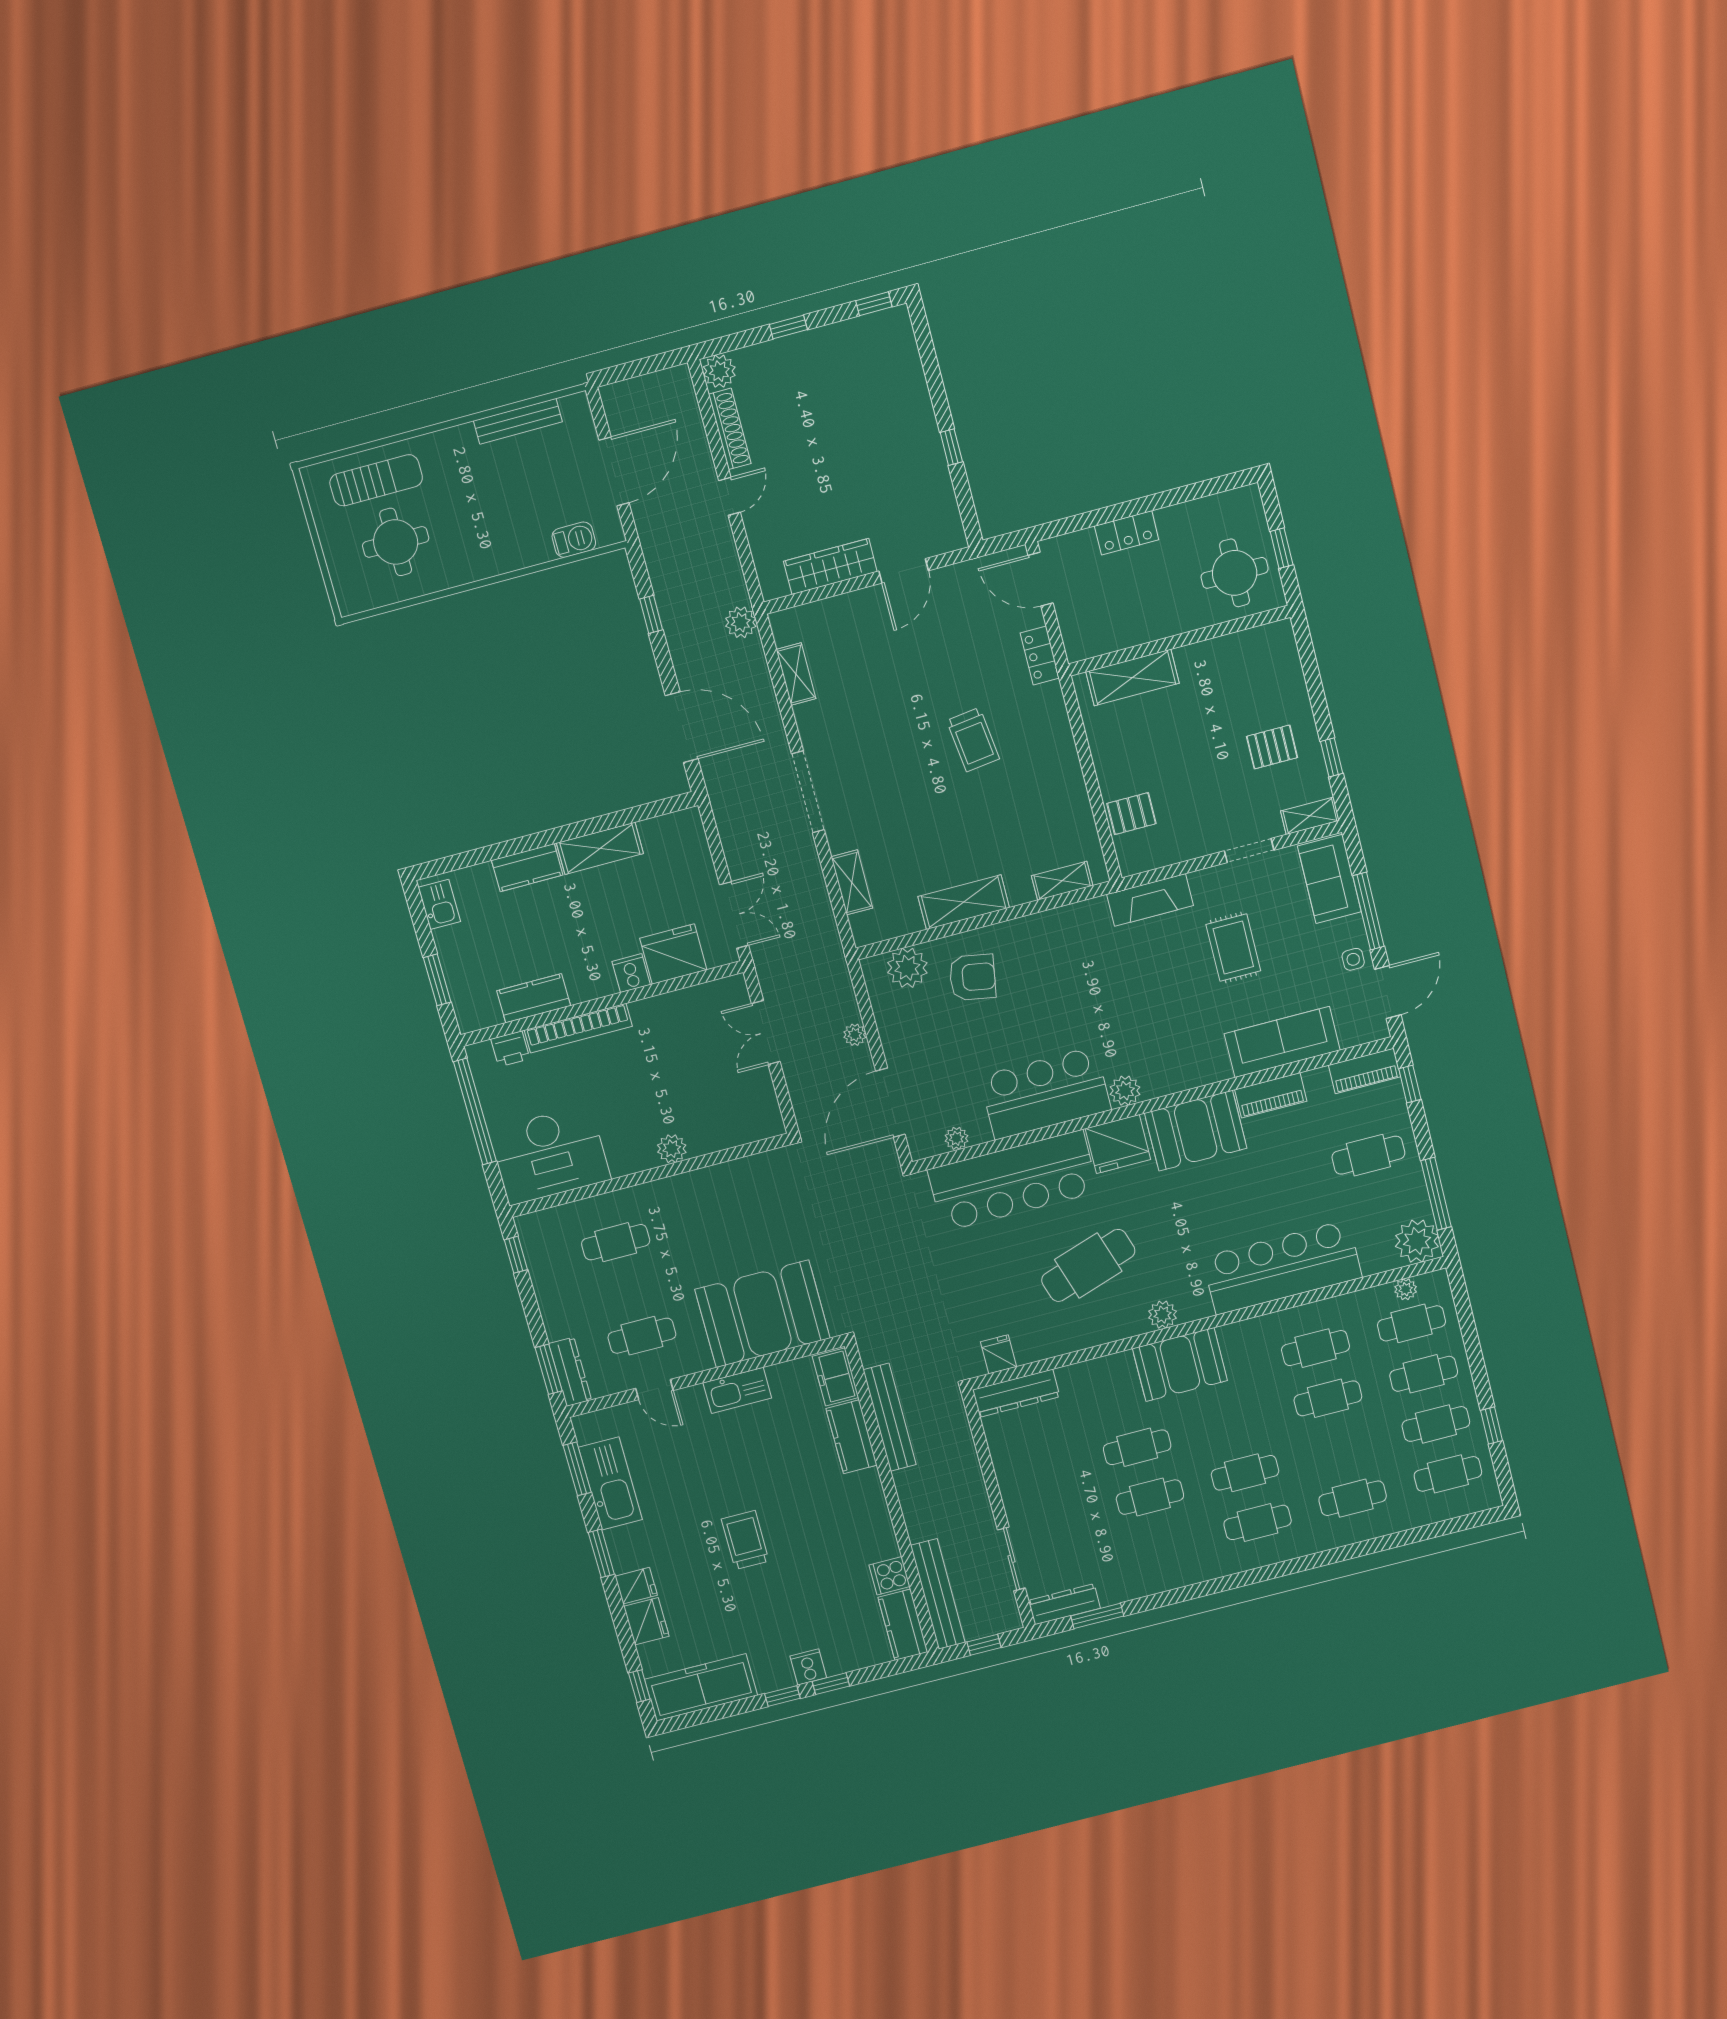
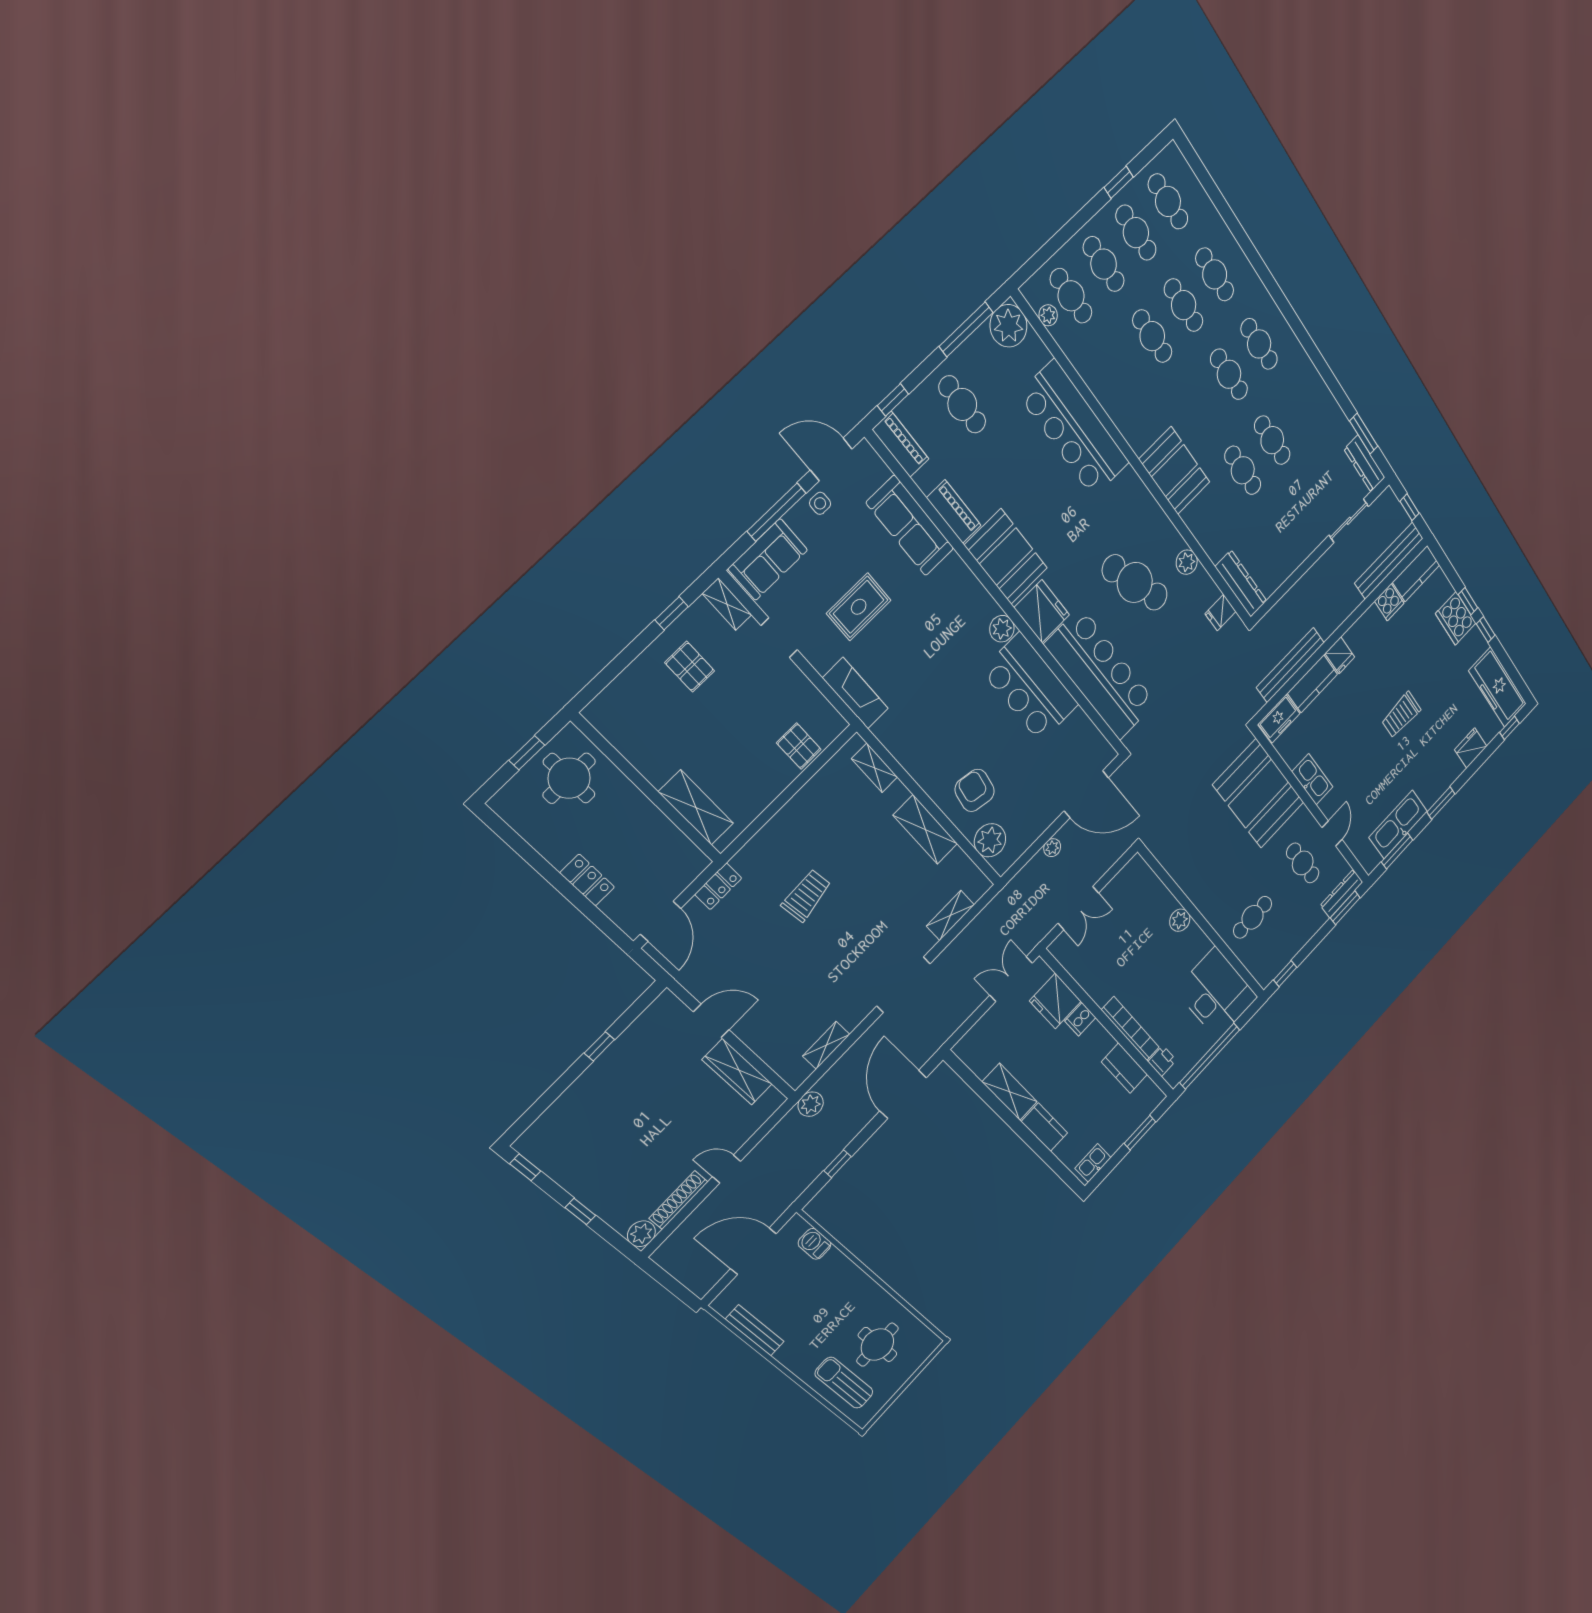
plant: (956, 1138) -> (1090, 733), removed
cafe table: (616, 1242) -> (1253, 917), turned 90
plant: (1163, 1315) -> (1187, 562), moved
cafe table: (1315, 1348) -> (1184, 305), moved
fridge: (636, 1586) -> (1340, 655), moved, turned 180
cooker: (808, 1667) -> (1456, 618), width x1.87, depth x1.31

